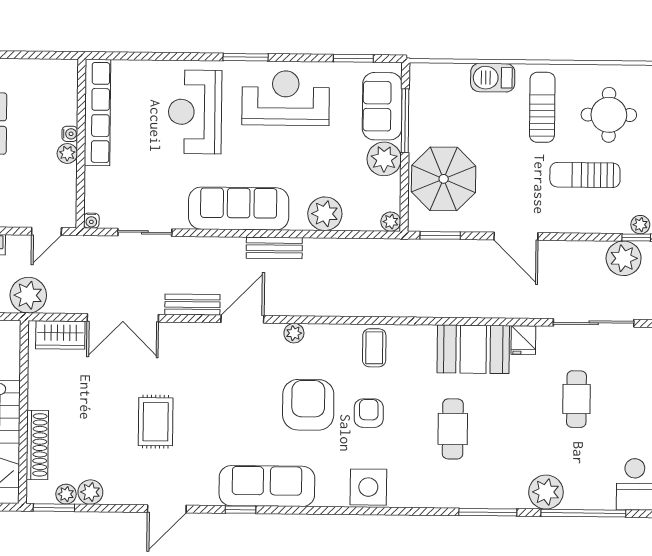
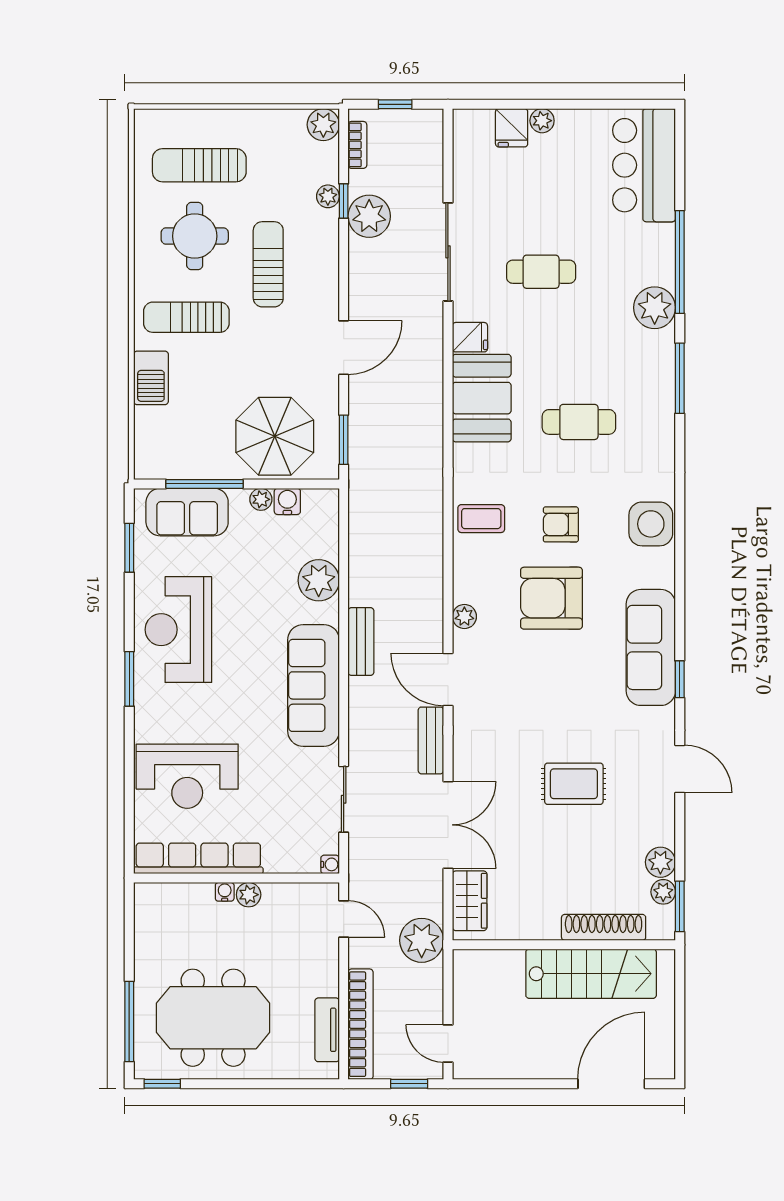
reception desk: (195, 112) -> (187, 776), moved
plant: (384, 159) -> (261, 499), width x0.53, depth x0.53
sun lounger: (585, 175) -> (268, 264), turned 180
water cooler: (390, 189) -> (287, 501), added
plant: (391, 222) -> (327, 500), removed

